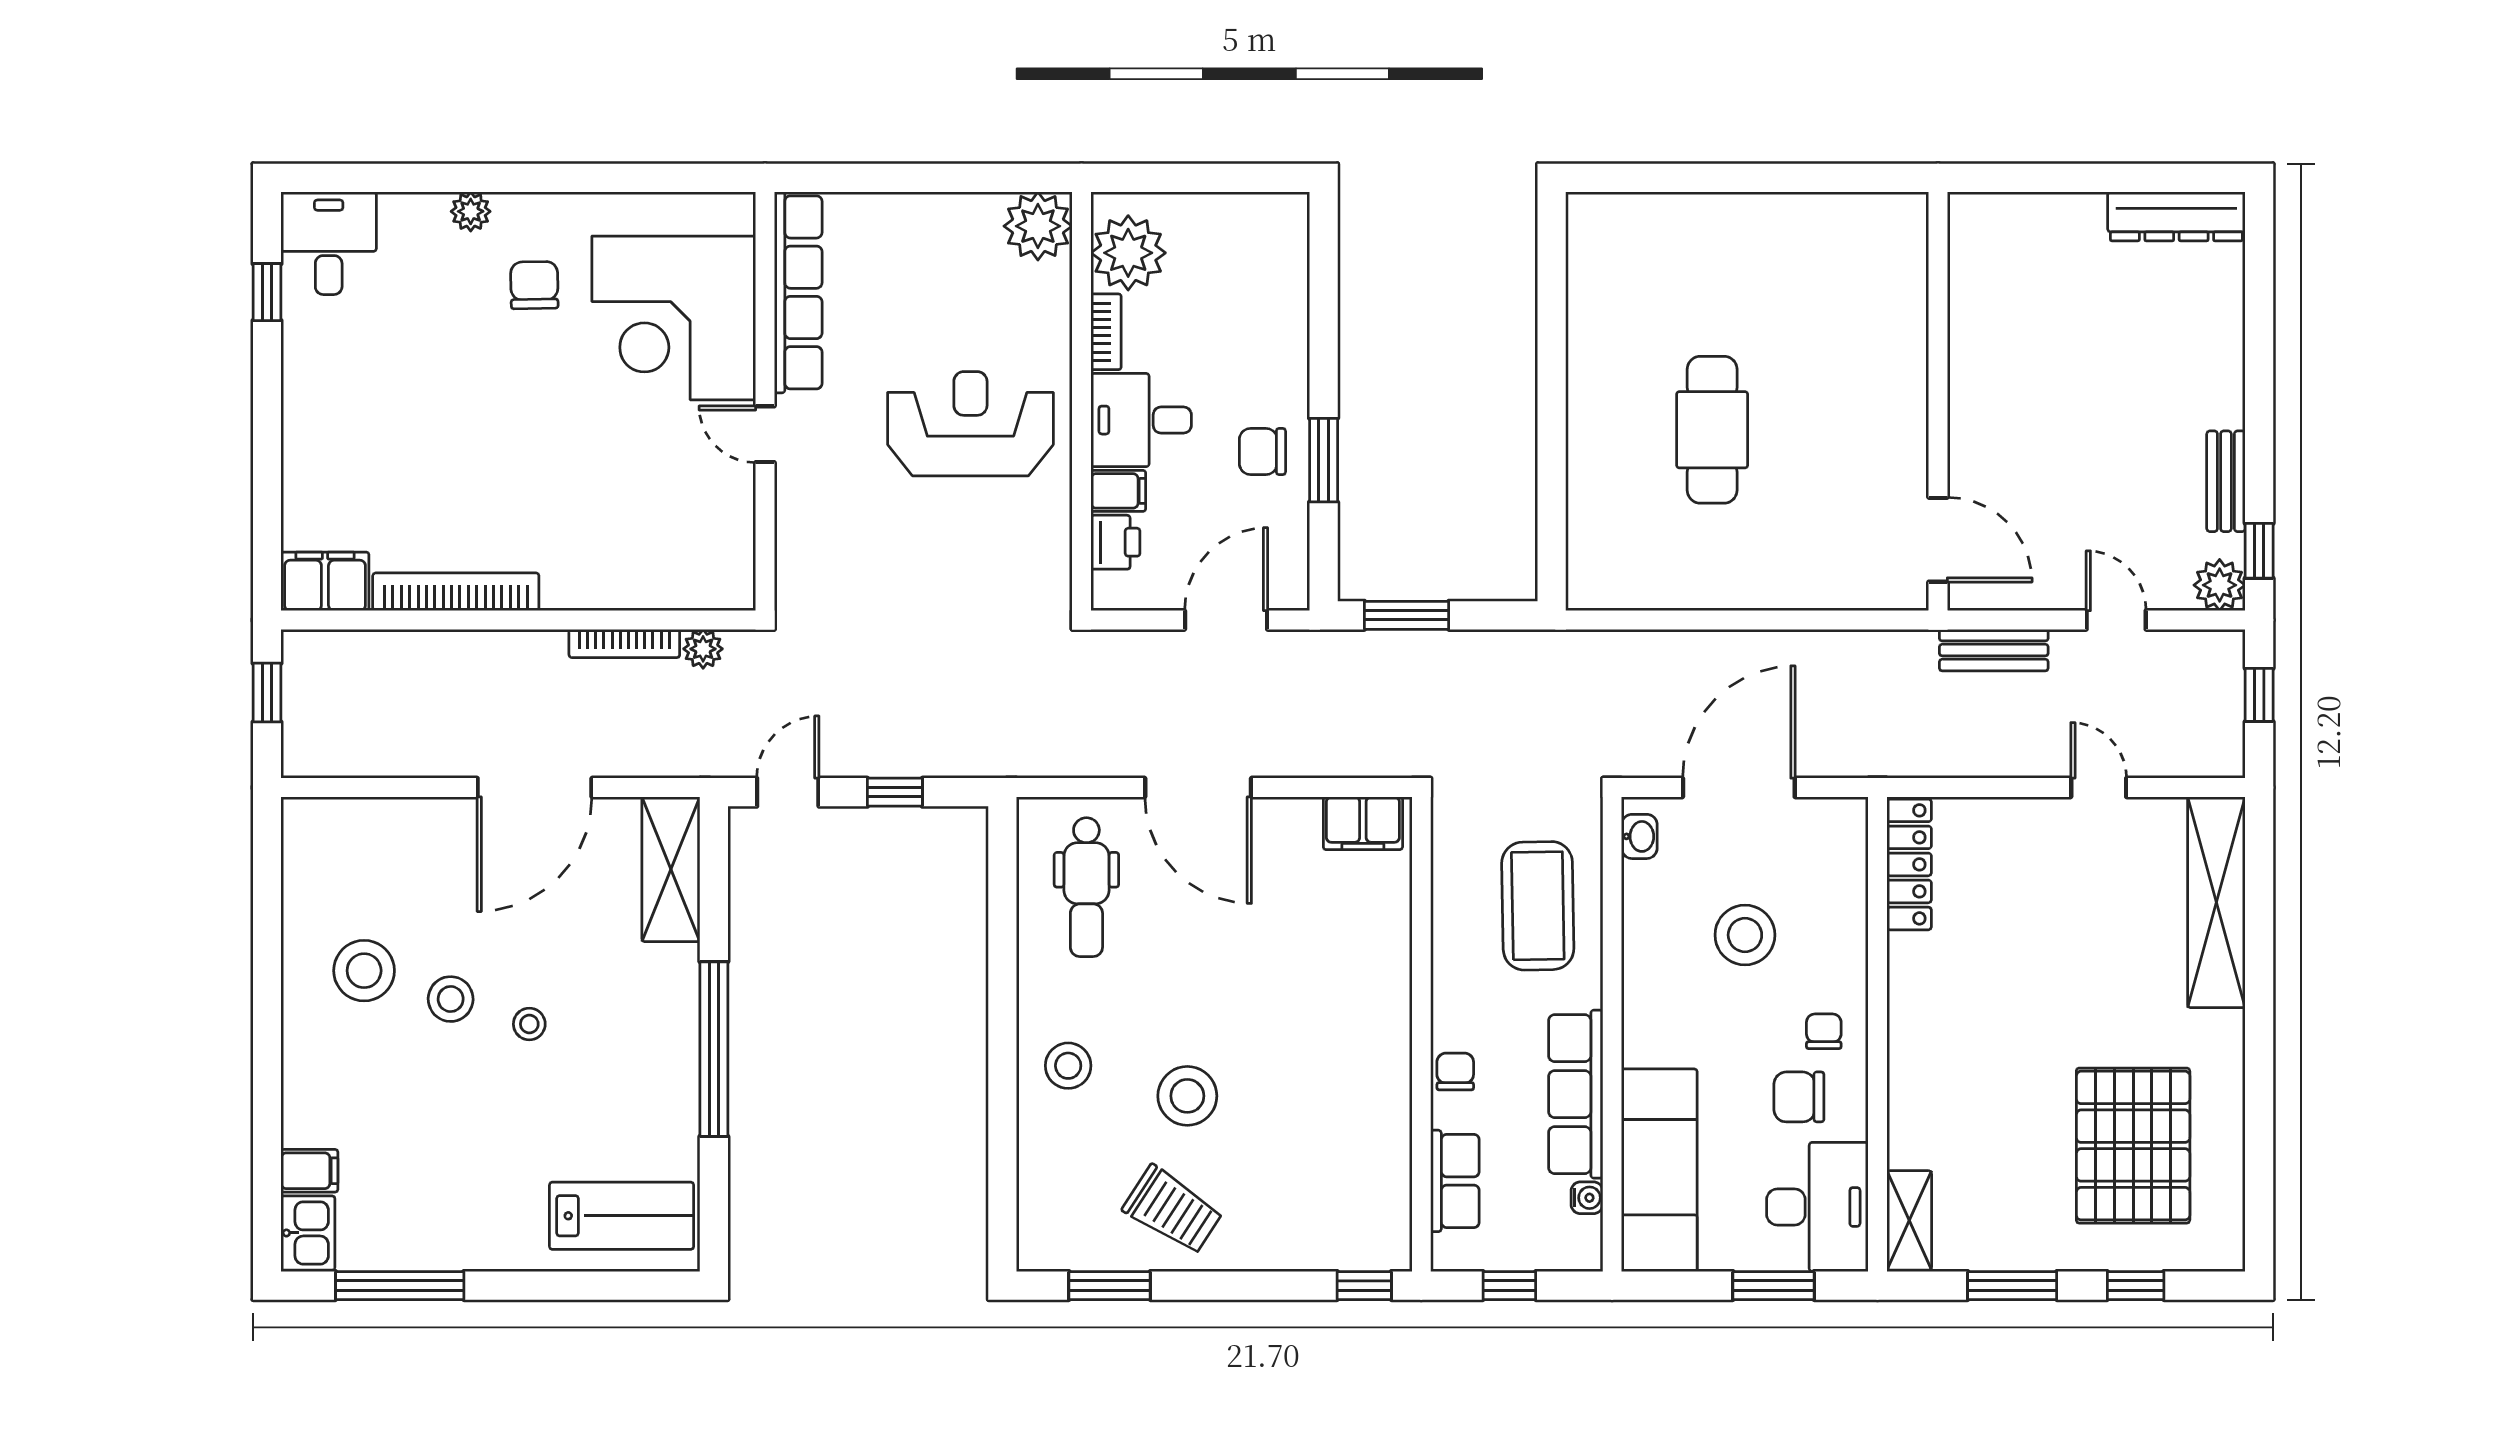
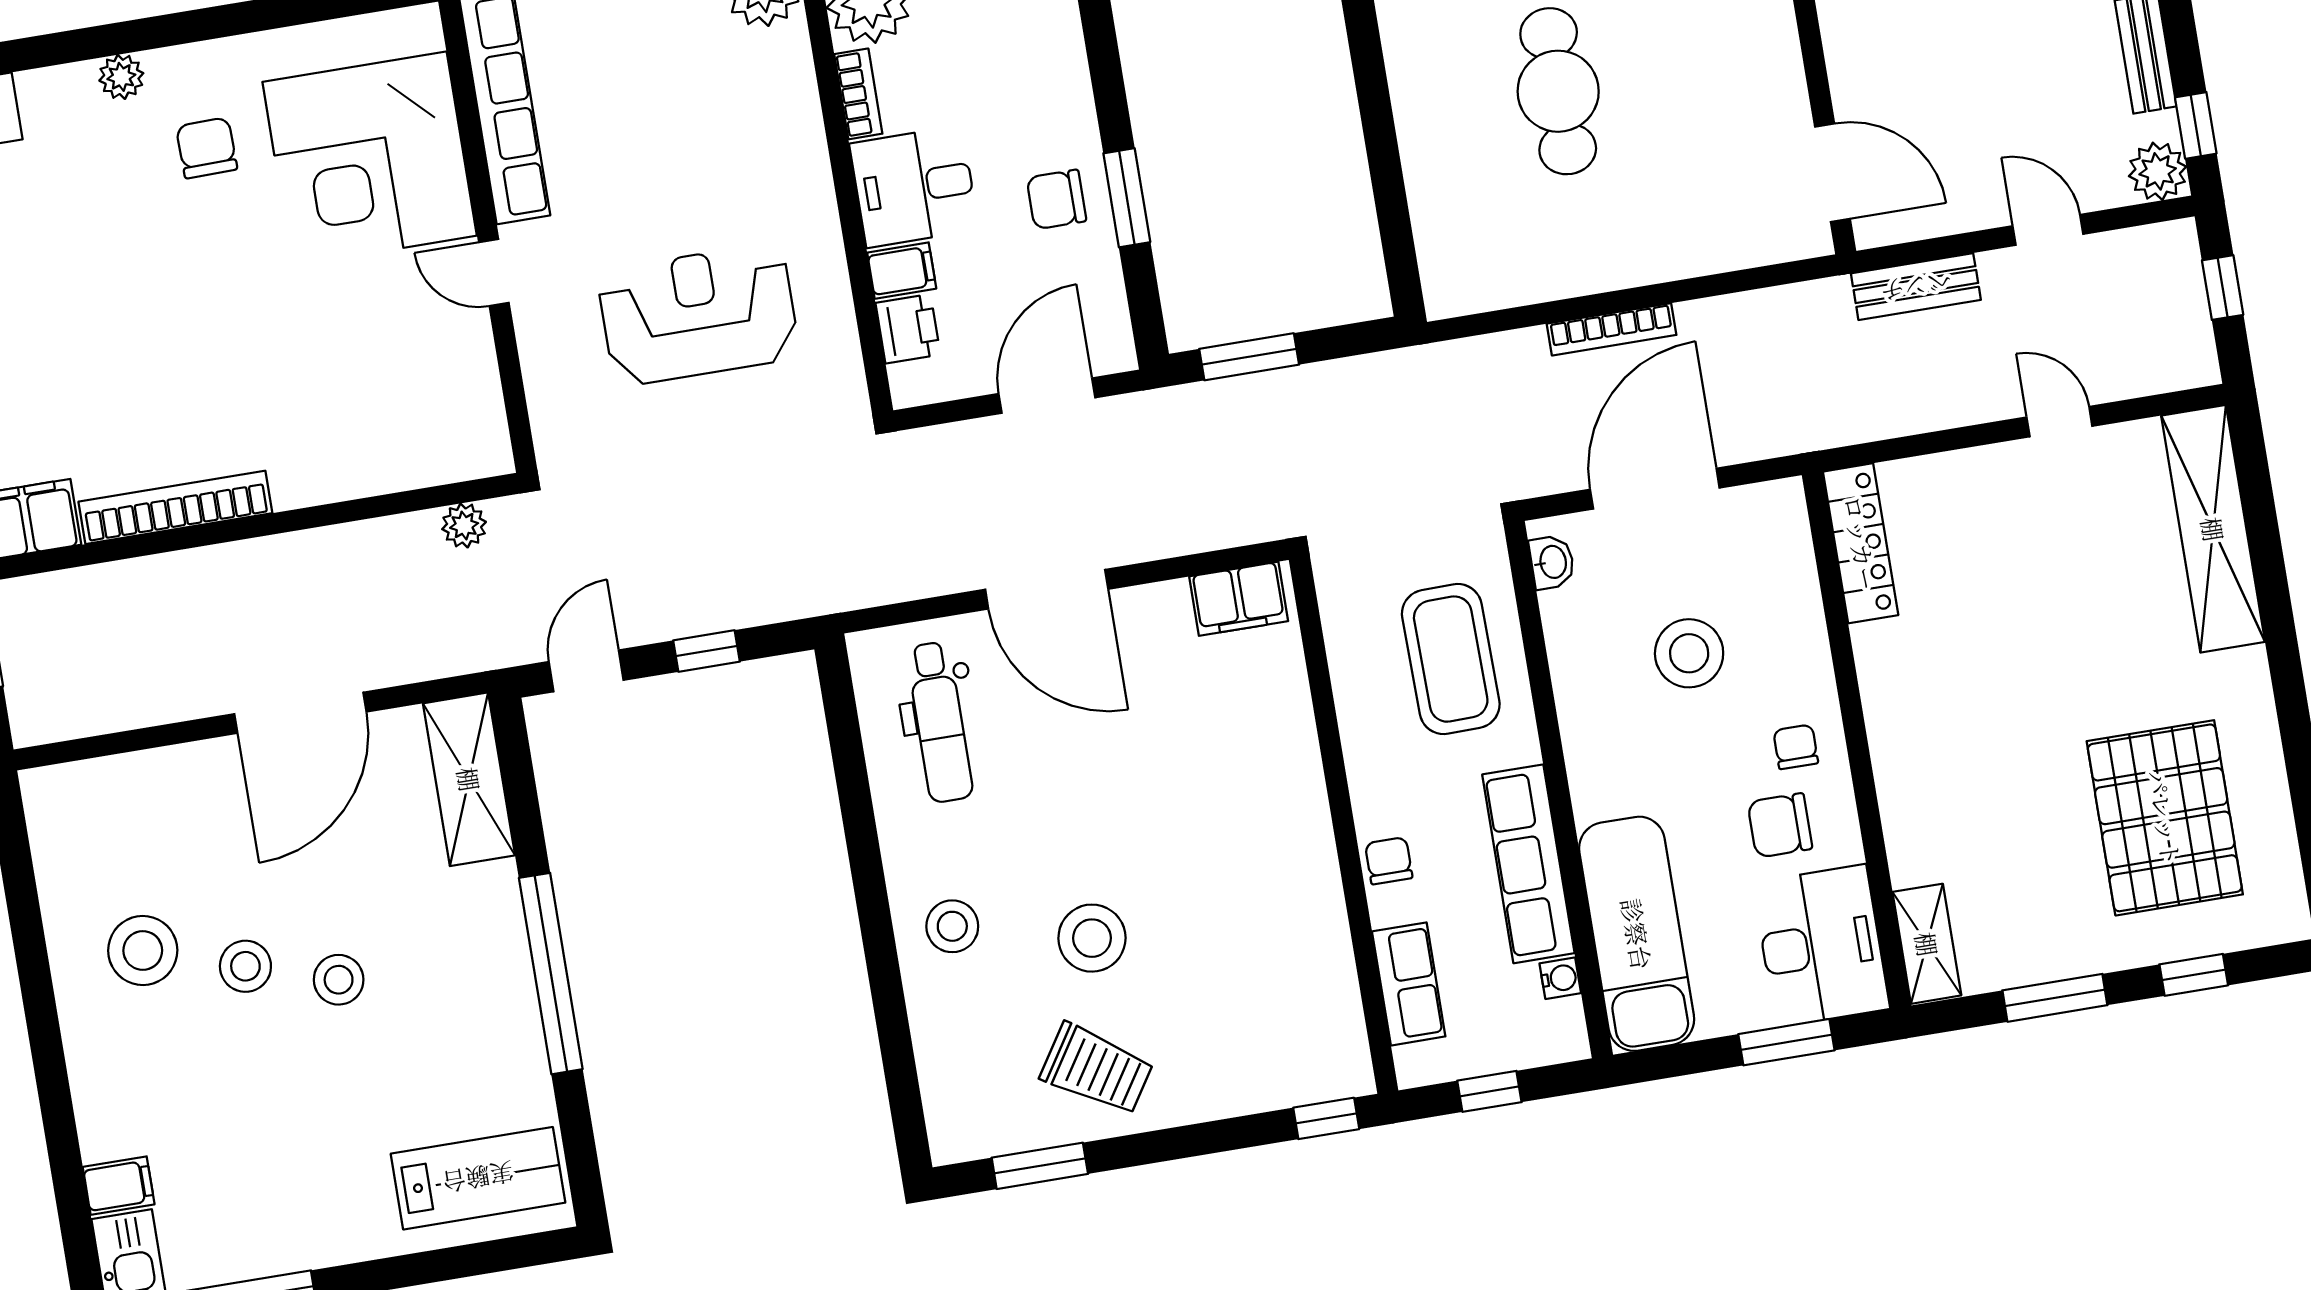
reception desk: (970, 424) -> (698, 314), moved
bookcase: (624, 643) -> (1612, 329), moved
stool: (529, 1024) -> (339, 980), width x1.37, depth x1.37

